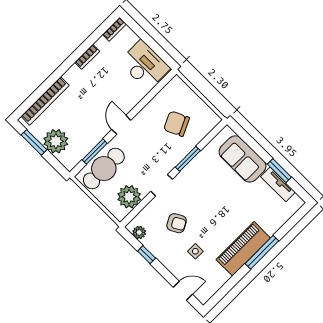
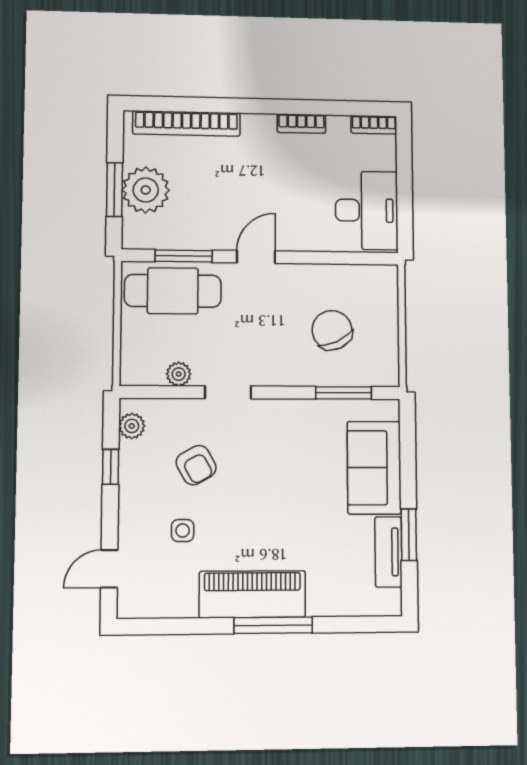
window: (34, 142) -> (114, 190), moved
window: (188, 159) -> (344, 393), moved
plant: (129, 197) -> (179, 374), width x0.53, depth x0.53
door: (183, 291) -> (109, 569), swing flipped

